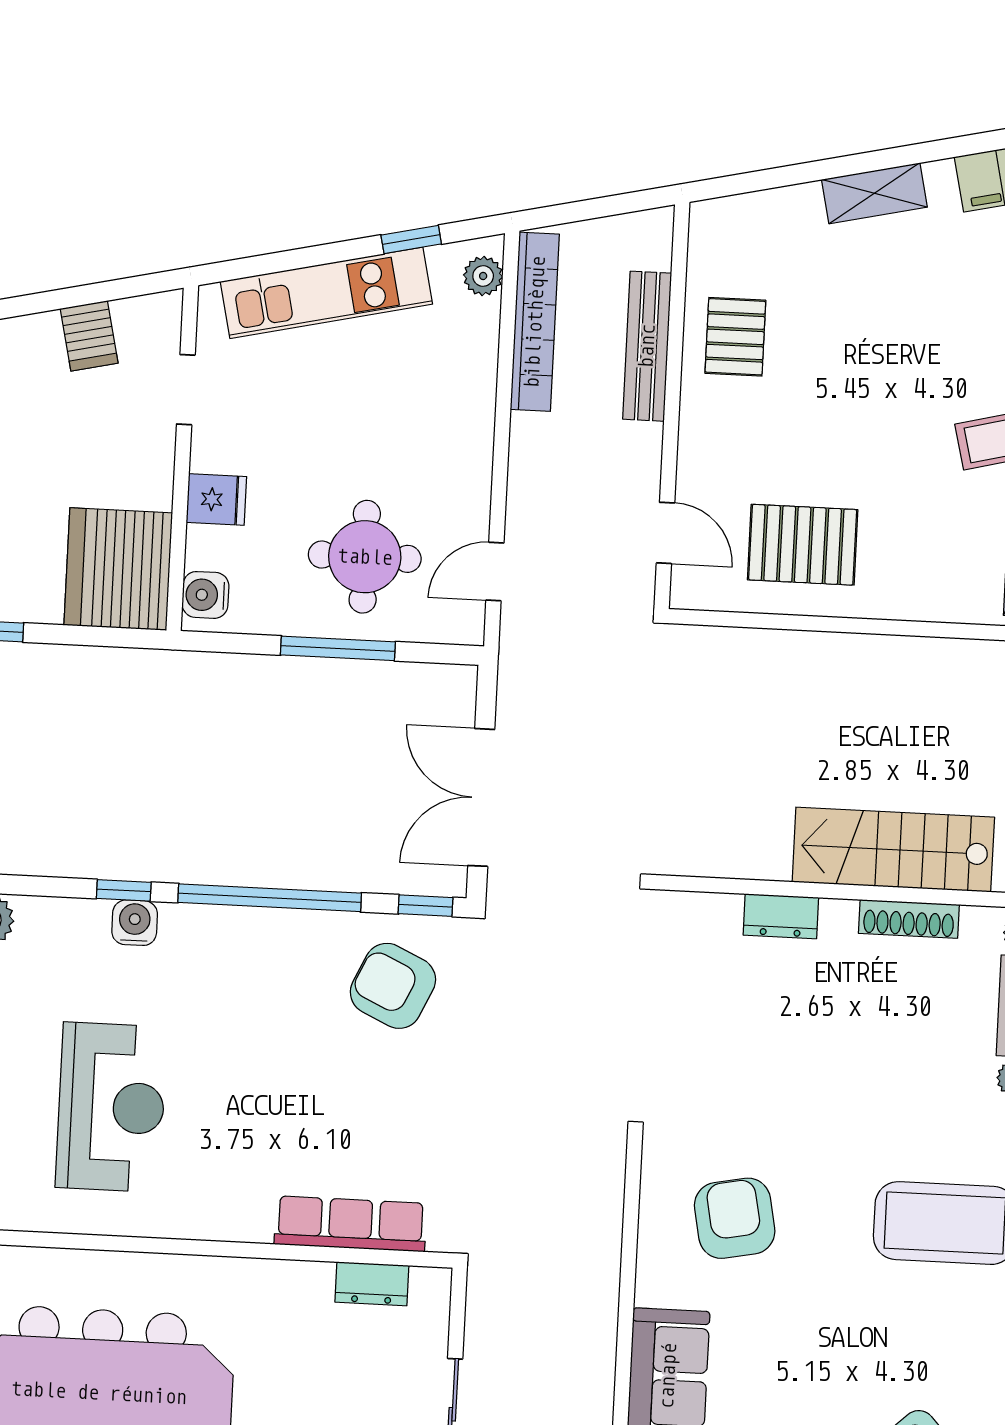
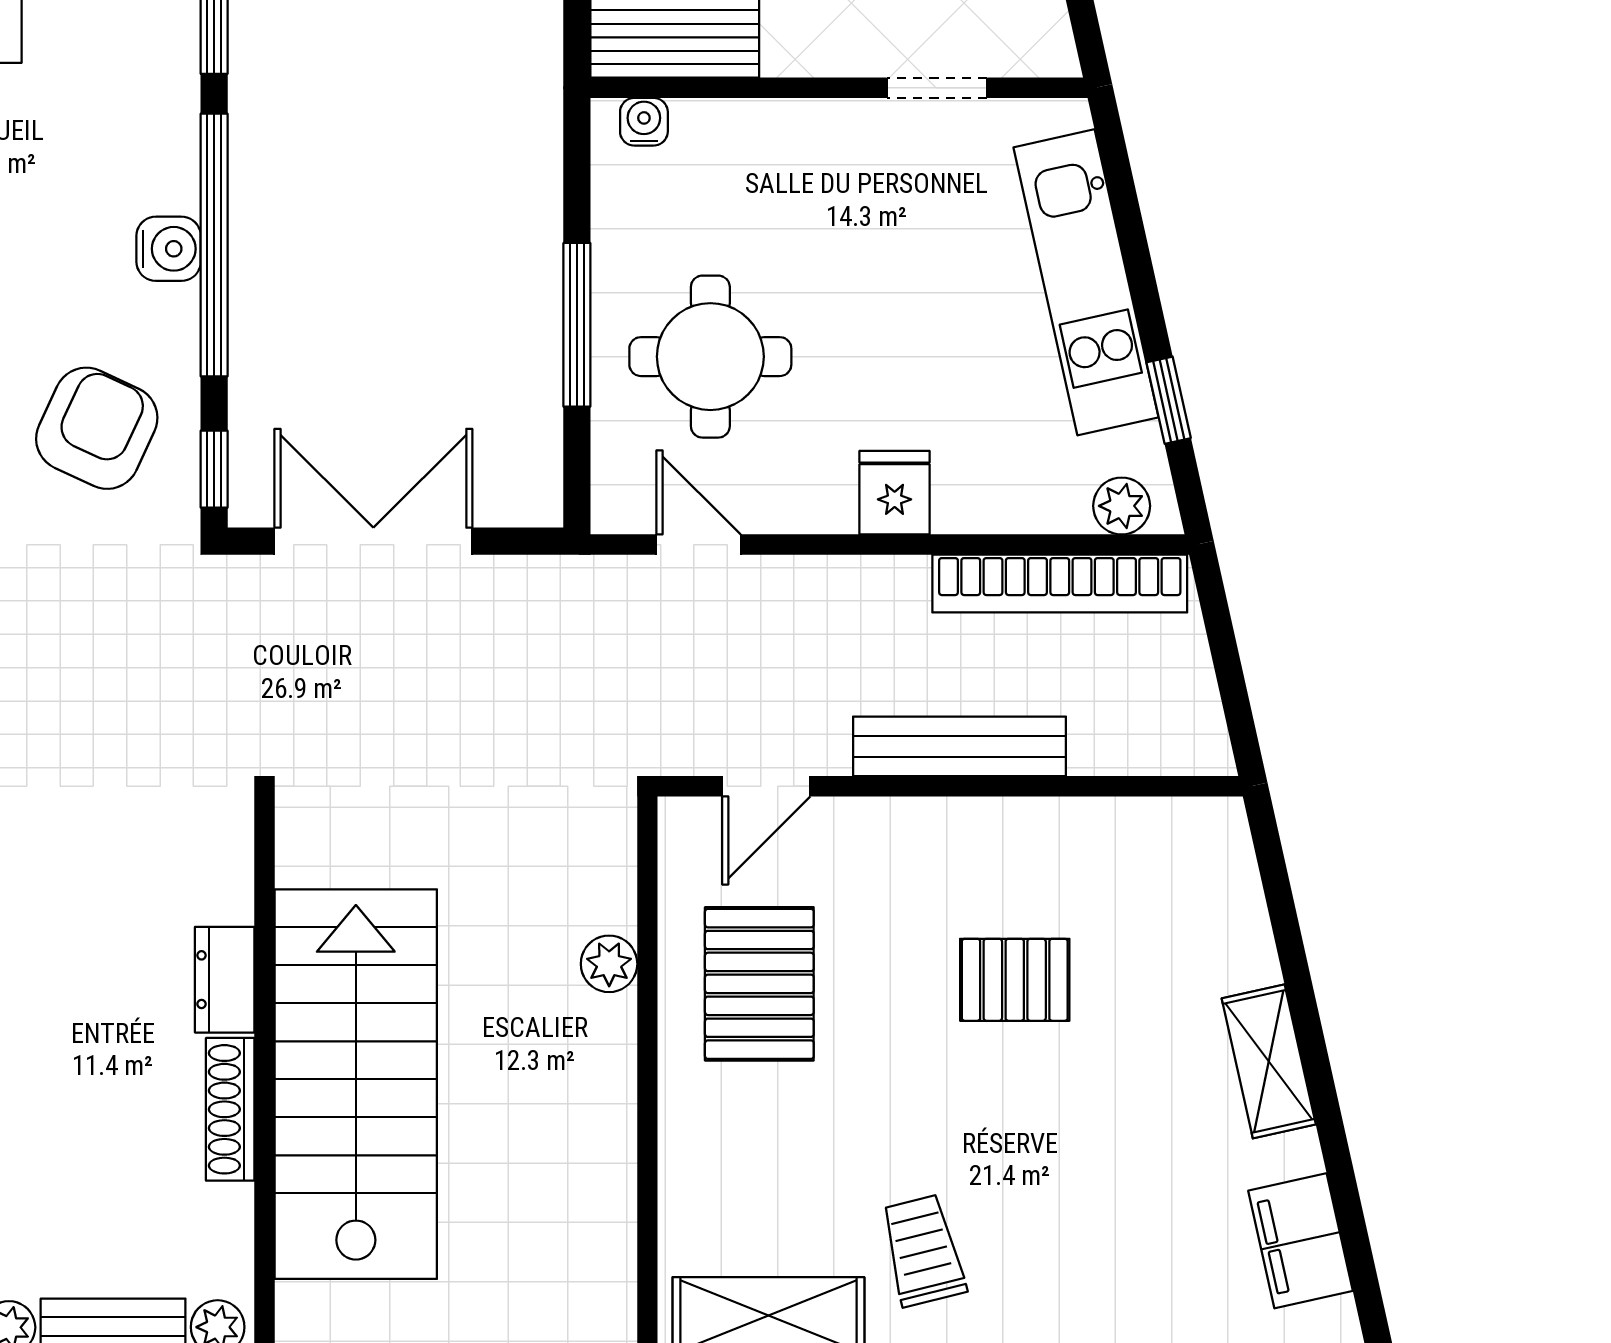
pallet: (735, 337) -> (1015, 980), moved
bench: (647, 346) -> (959, 746), moved
fridge: (216, 499) -> (895, 493), moved, turned 180
water cooler: (205, 595) -> (644, 122), width x0.72, depth x0.72
plant: (783, 649) -> (609, 964), added
stairs: (893, 850) -> (356, 1084), width x1.36, depth x1.51
shoe rack: (909, 919) -> (230, 1109), moved
water cooler: (135, 923) -> (169, 249), moved

